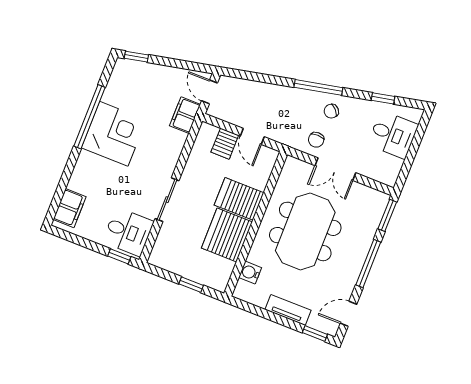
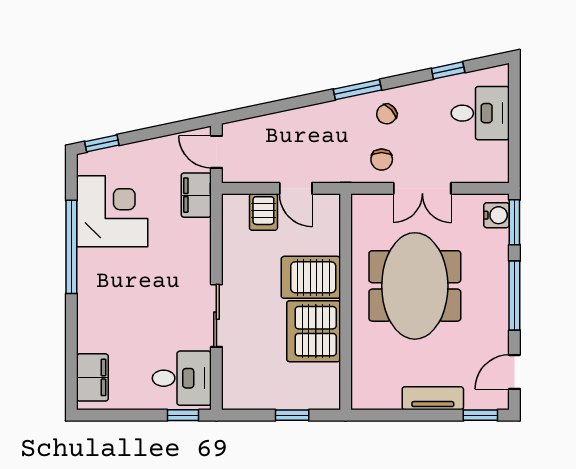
window: (318, 87) -> (357, 90), width x0.69
corner desk: (114, 134) -> (112, 211), moved
water cooler: (250, 273) -> (497, 215), moved, turned 180

